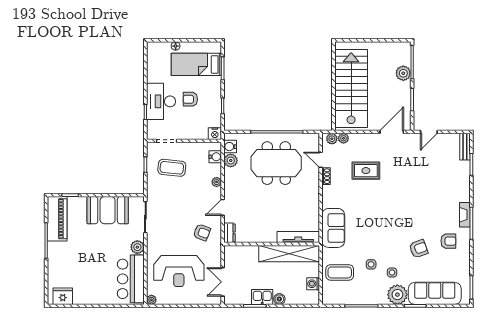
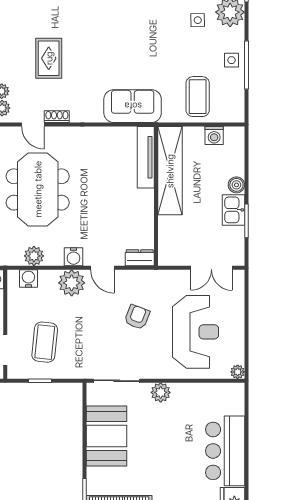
water cooler: (230, 147) -> (74, 257), moved
door: (321, 160) -> (33, 125), hinge flipped
plant: (217, 182) -> (72, 283), width x1.87, depth x1.87
armchair: (202, 232) -> (137, 317), moved
side table: (371, 264) -> (231, 60), moved
bar counter: (131, 279) -> (225, 451), moved, turned 90

